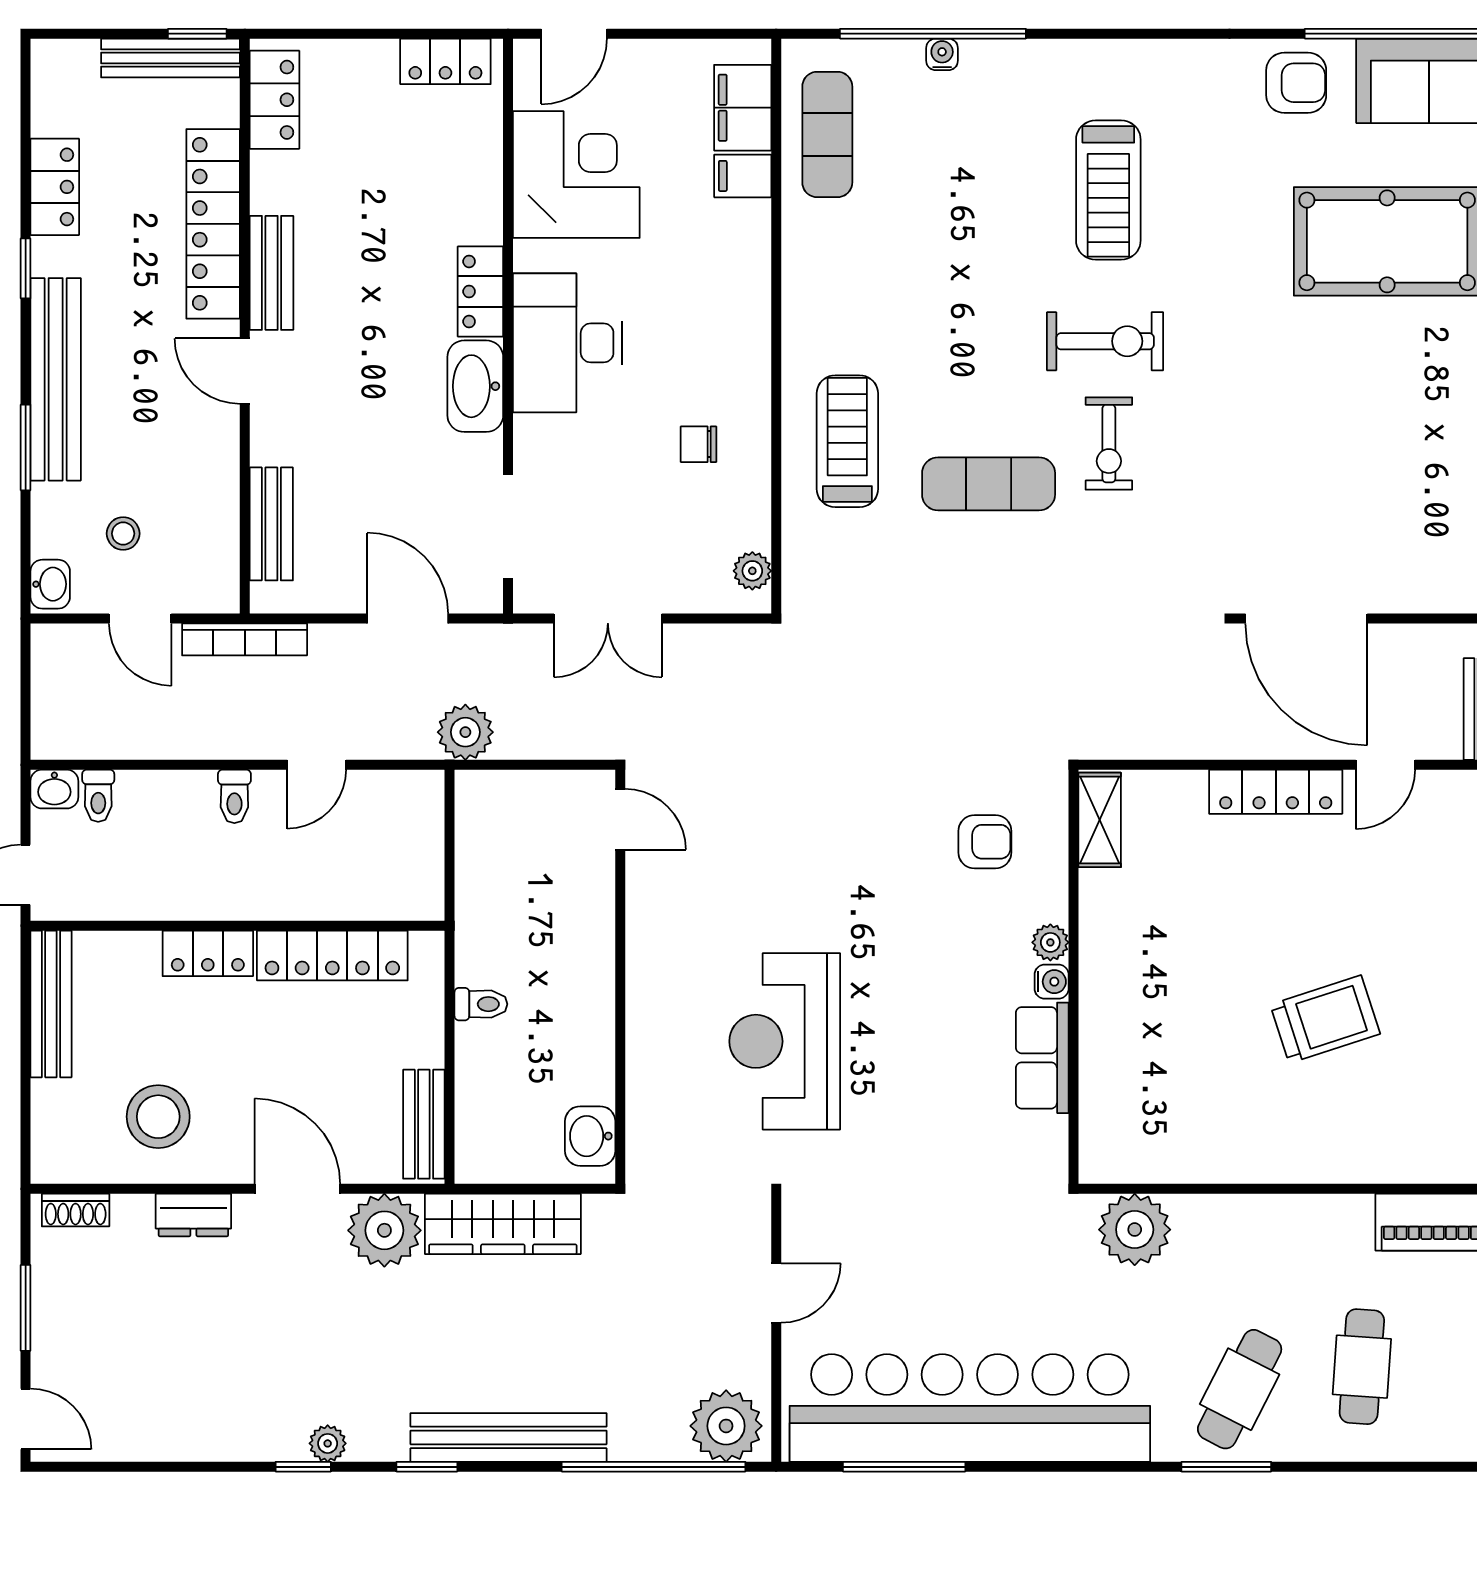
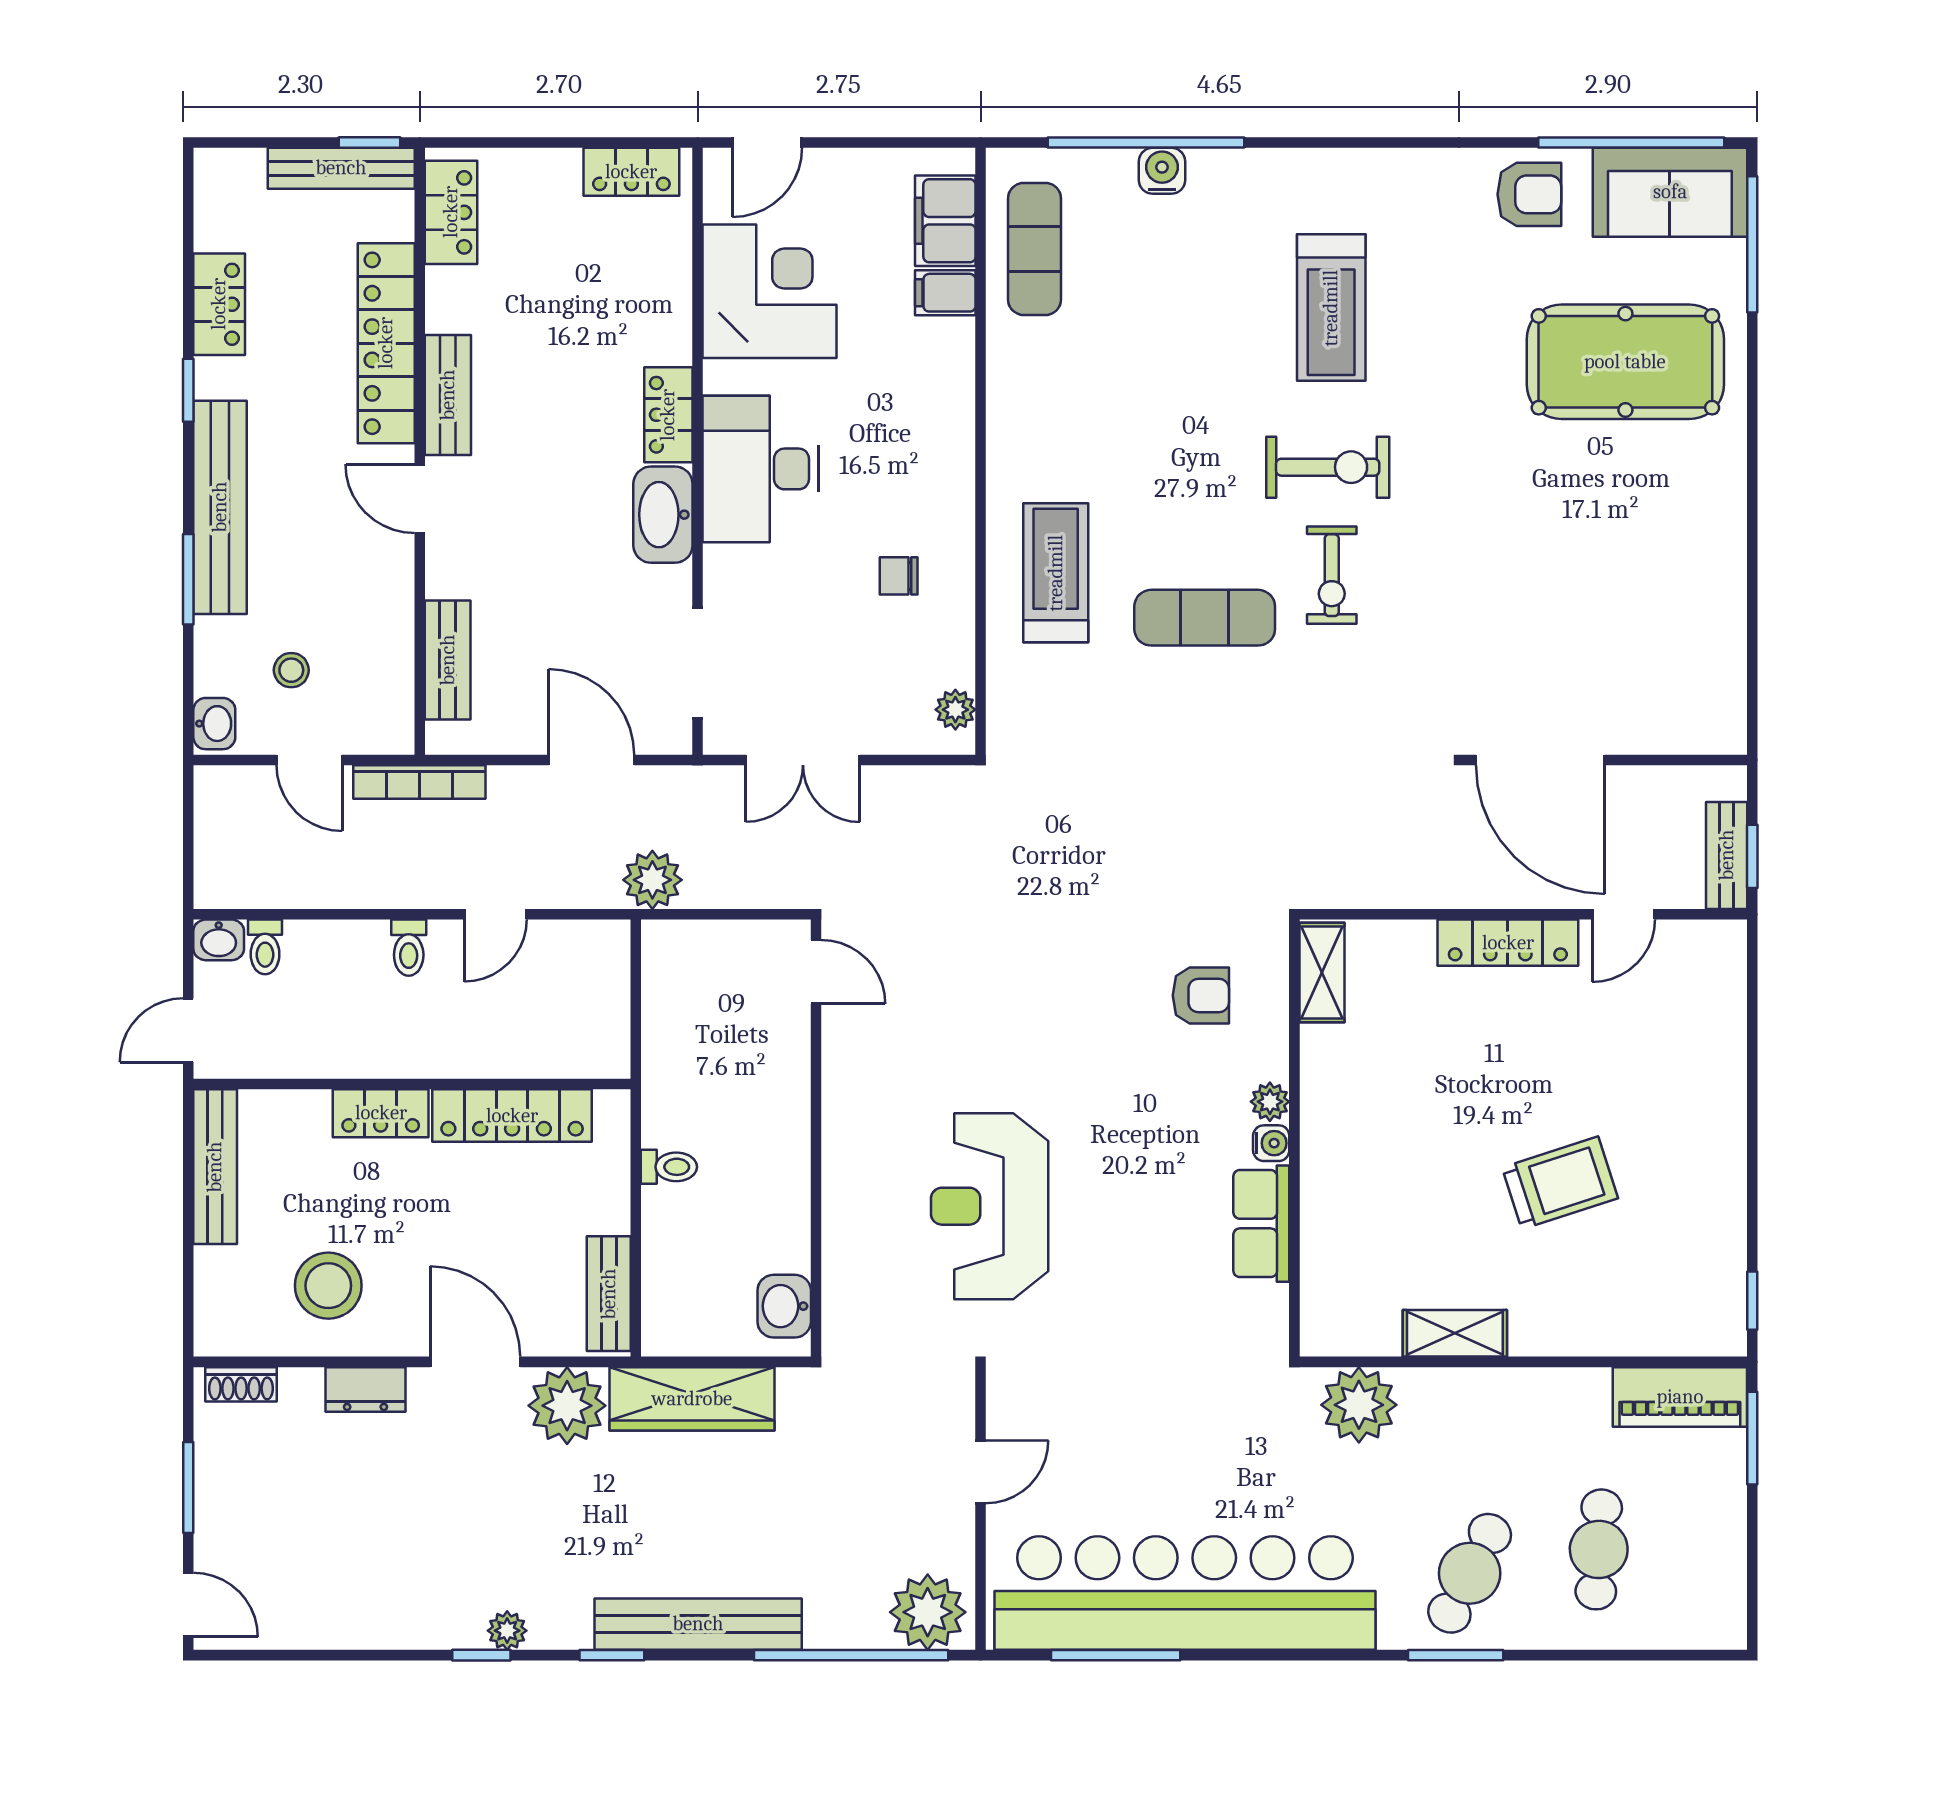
water cooler: (942, 54) -> (1162, 171), width x1.38, depth x1.38
shelving: (1226, 1162) -> (1455, 1333), added

